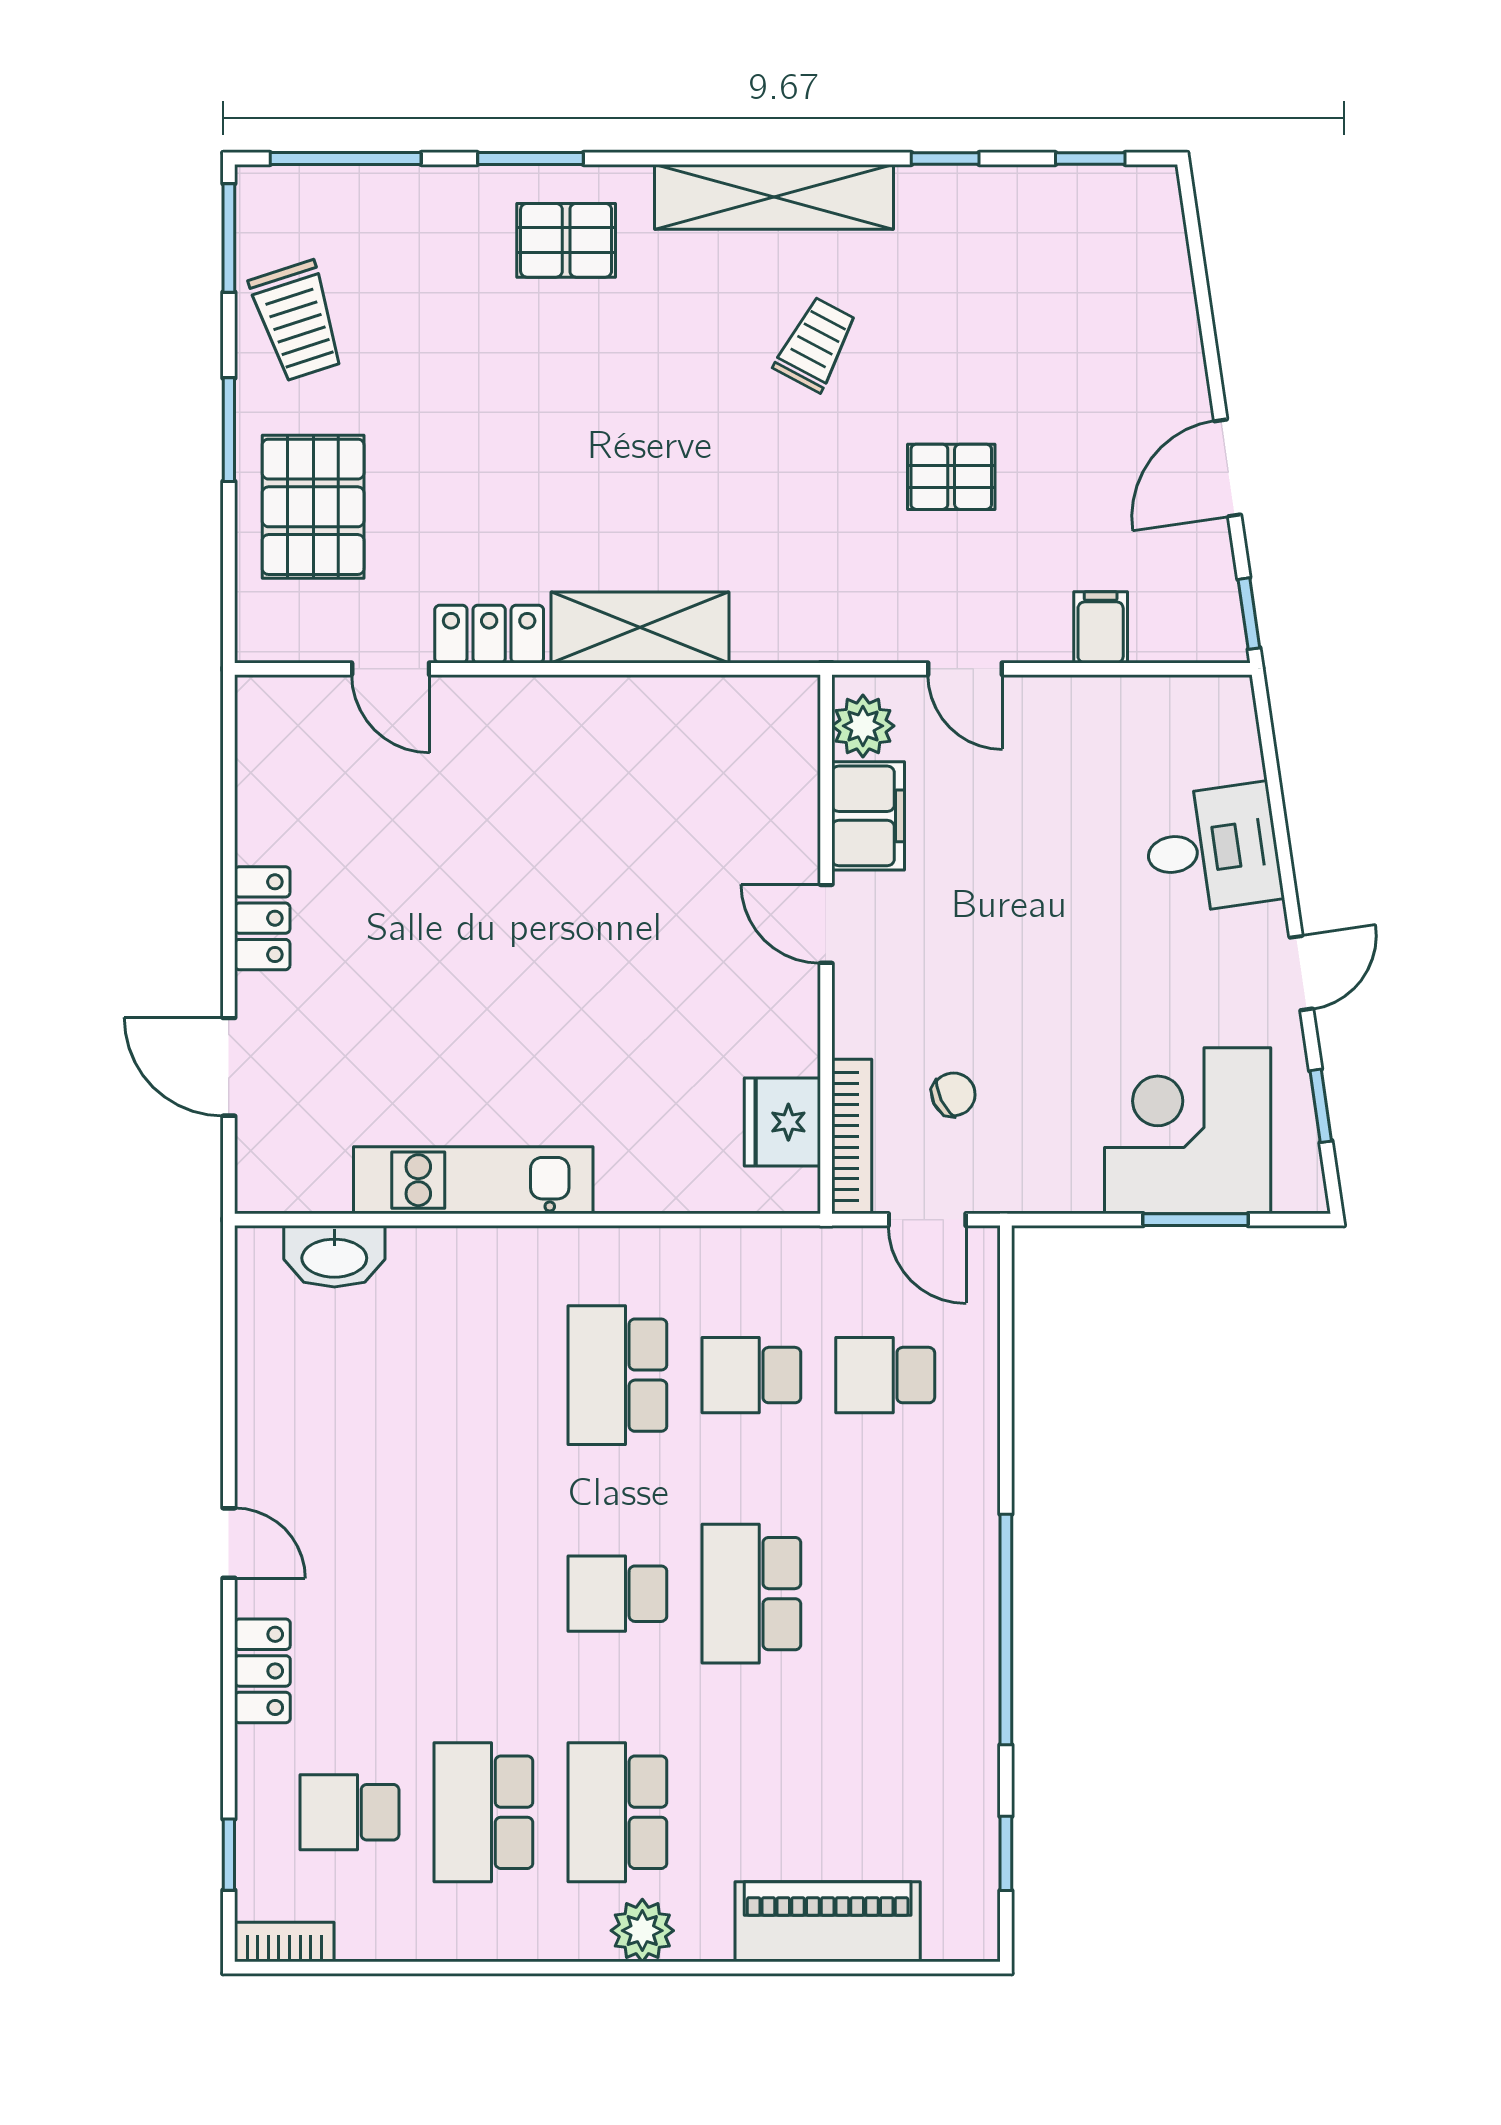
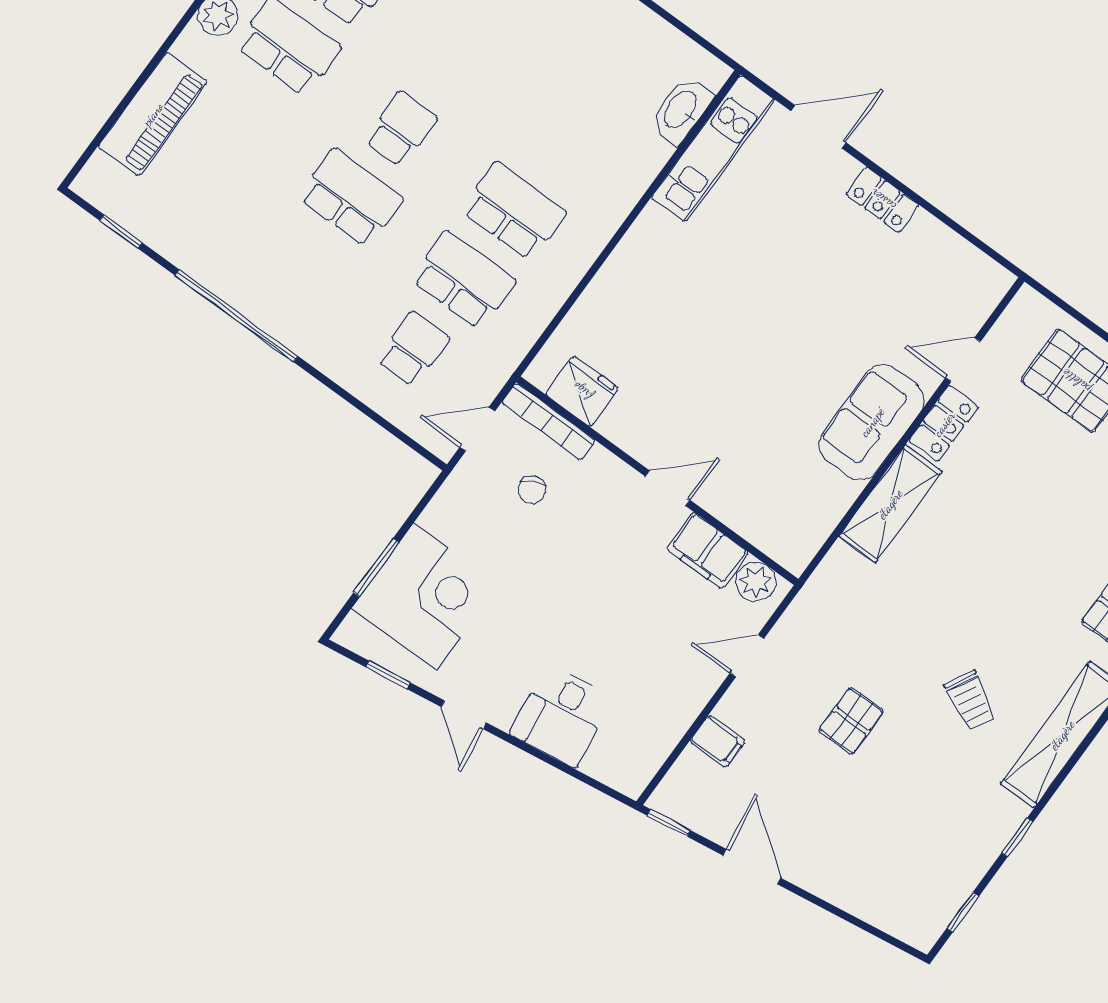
sofa: (554, 726) -> (872, 422), added
kitchen unit: (473, 1180) -> (713, 149), moved
school desk: (751, 1375) -> (463, 280), width x1.85

